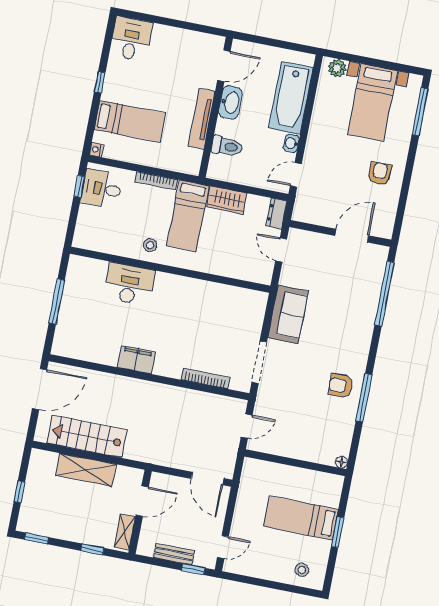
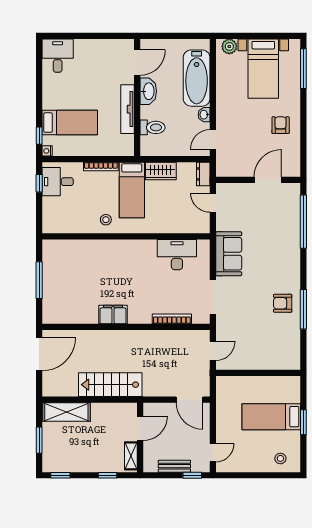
window: (100, 82) -> (39, 136), moved
desk: (129, 284) -> (177, 255), moved
stairs: (87, 436) -> (110, 385), moved
floor lamp: (342, 462) -> (296, 365), removed
shelving: (86, 470) -> (66, 412), moved
window: (19, 492) -> (39, 440), width x1.50

